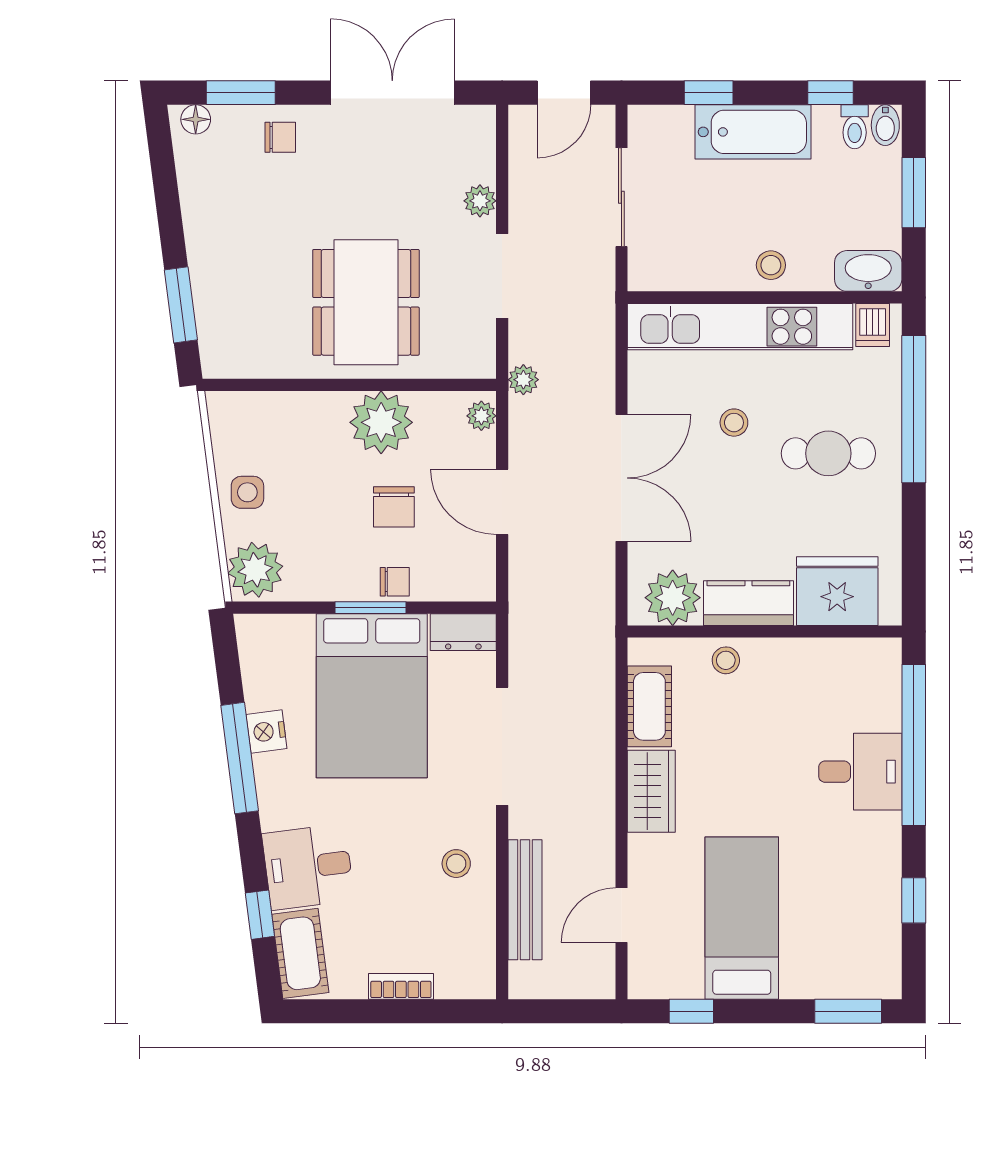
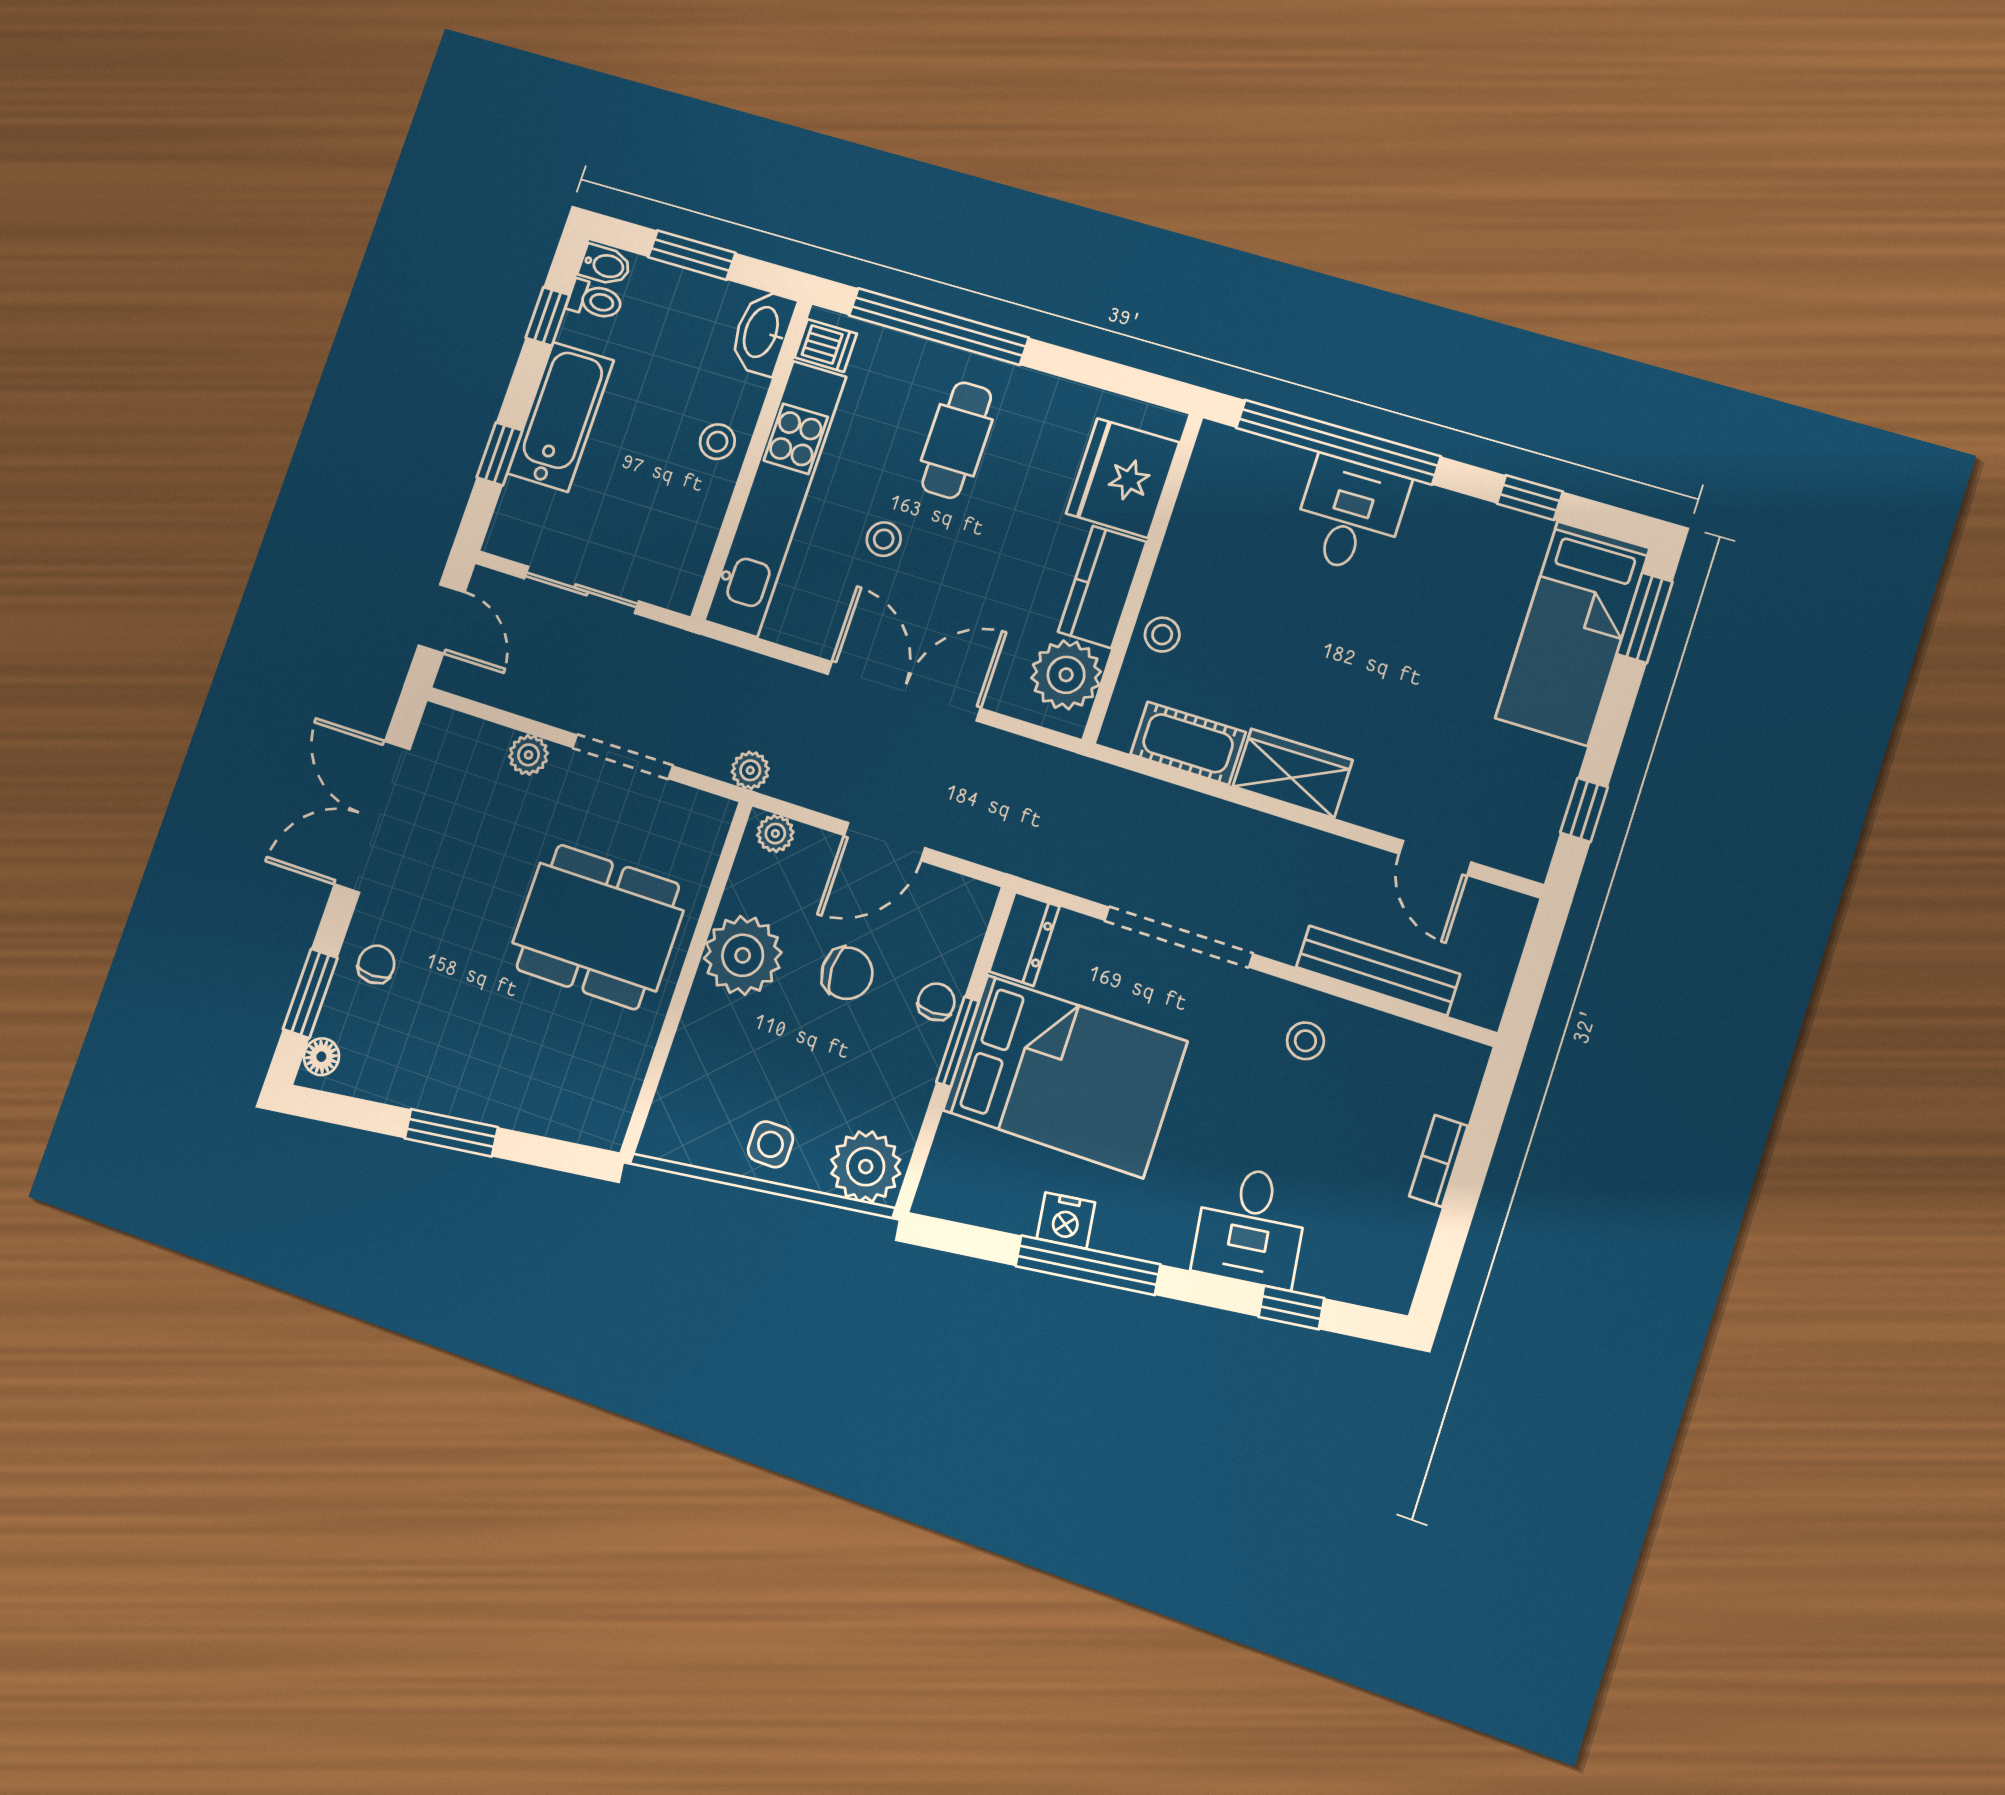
window: (181, 305) -> (451, 1133), moved
bed: (742, 918) -> (1572, 633), moved, turned -90
cot: (300, 953) -> (1356, 1273), removed

